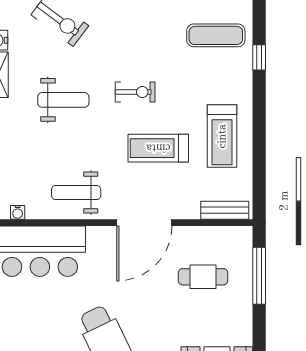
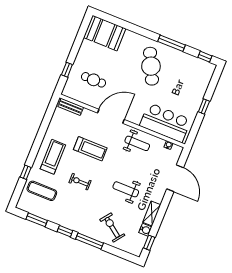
exercise bike: (135, 92) -> (80, 182), moved
treadmill: (222, 136) -> (53, 157), moved
window: (259, 276) -> (67, 70), width x0.46

